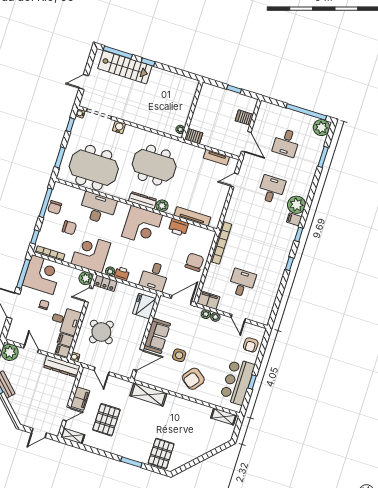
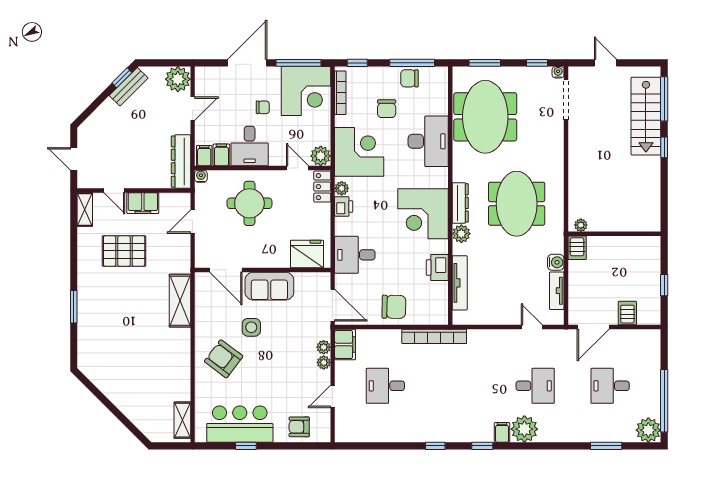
water cooler: (119, 127) -> (556, 262), moved
desk: (242, 283) -> (385, 386), turned 180
round table: (101, 332) -> (249, 203), turned -31
pallet: (161, 454) -> (100, 346), removed

